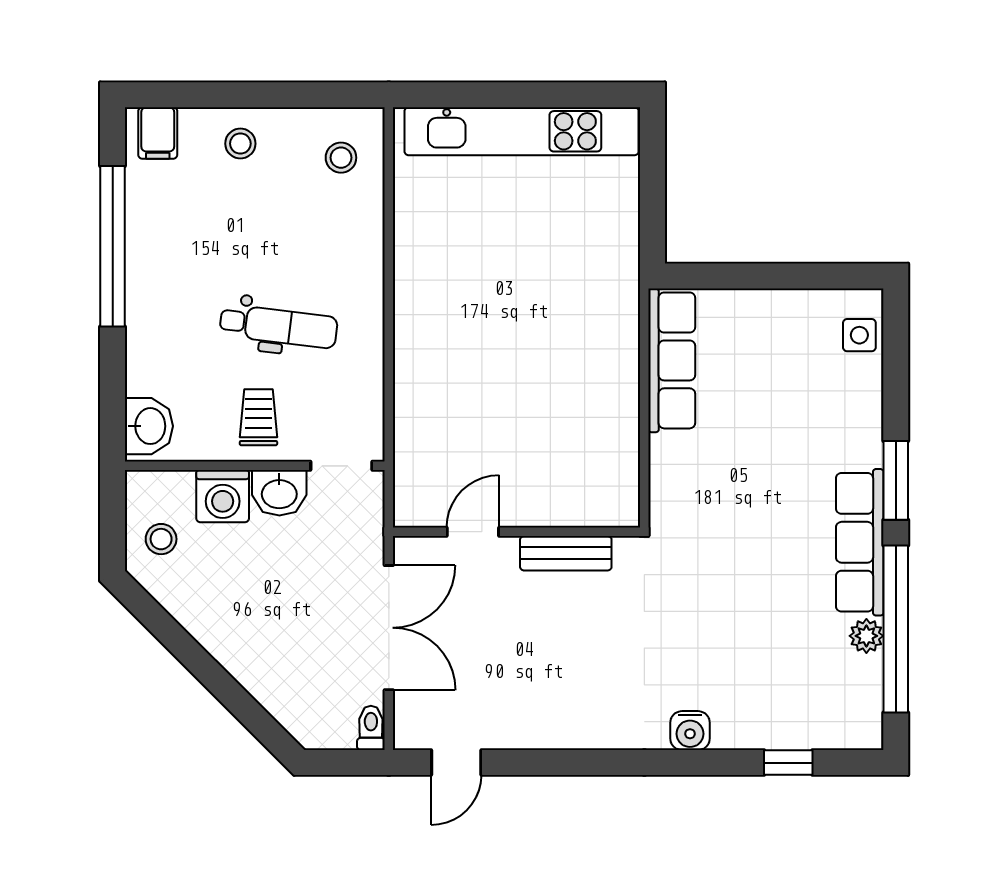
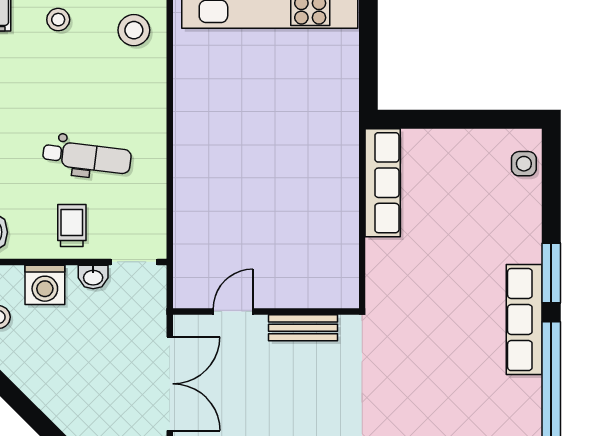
stool: (341, 158) -> (134, 30), width x1.37, depth x1.37
washbasin: (279, 493) -> (93, 277), width x0.72, depth x0.69
plant: (866, 636) -> (529, 390), removed

